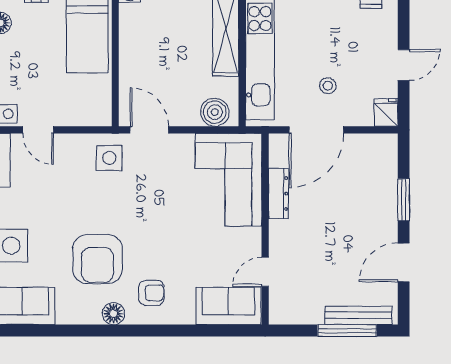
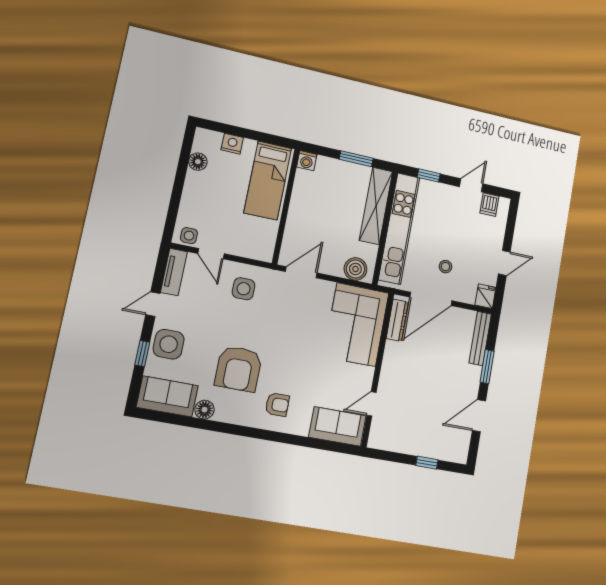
door: (149, 130) -> (301, 272), hinge flipped
side table: (109, 158) -> (244, 289), moved
dresser: (278, 194) -> (397, 320), moved
floor lamp: (114, 314) -> (205, 410), moved
bench: (358, 315) -> (480, 339), moved, turned 90
window: (347, 330) -> (427, 463), width x0.46

